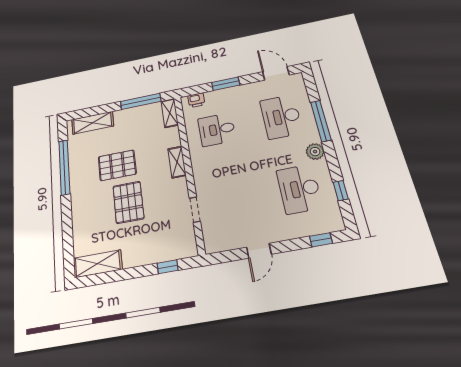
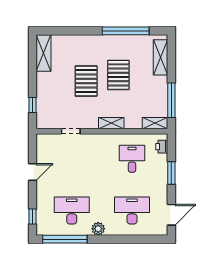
window: (321, 121) -> (122, 239), removed
window: (341, 191) -> (65, 239), width x3.17
pallet: (128, 202) -> (86, 81), turned 90
door: (259, 251) -> (32, 172), swing flipped

